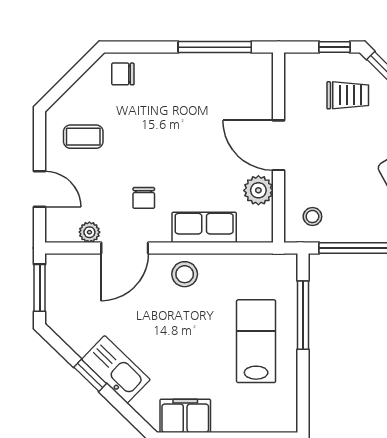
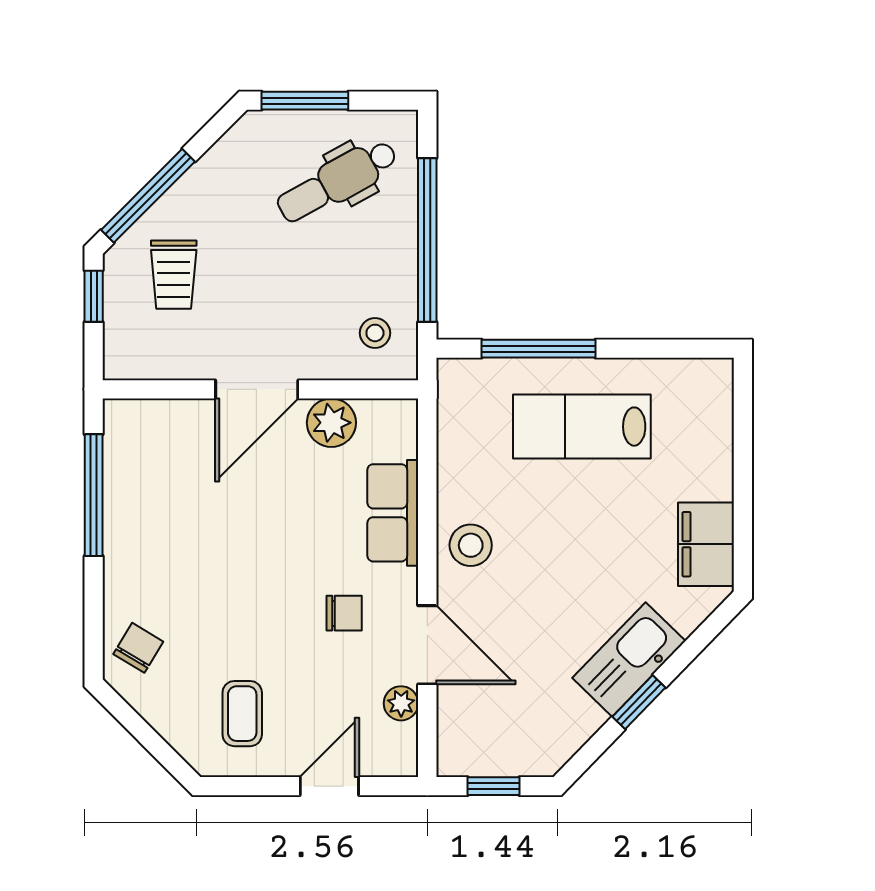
chair: (123, 74) -> (138, 648), turned -149
trolley: (348, 95) -> (174, 275), turned 180
window: (40, 288) -> (494, 786), width x0.67

